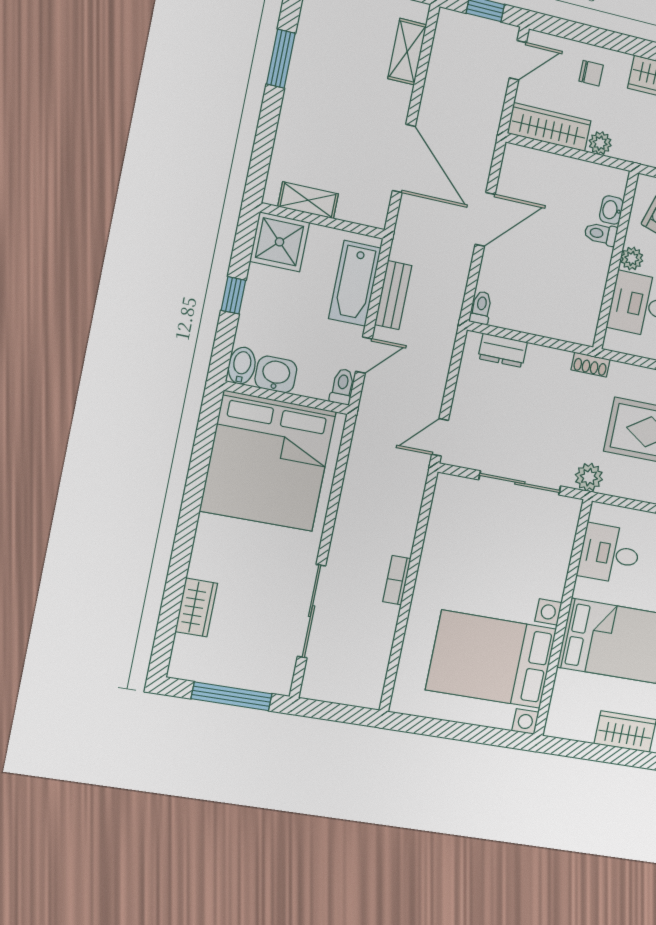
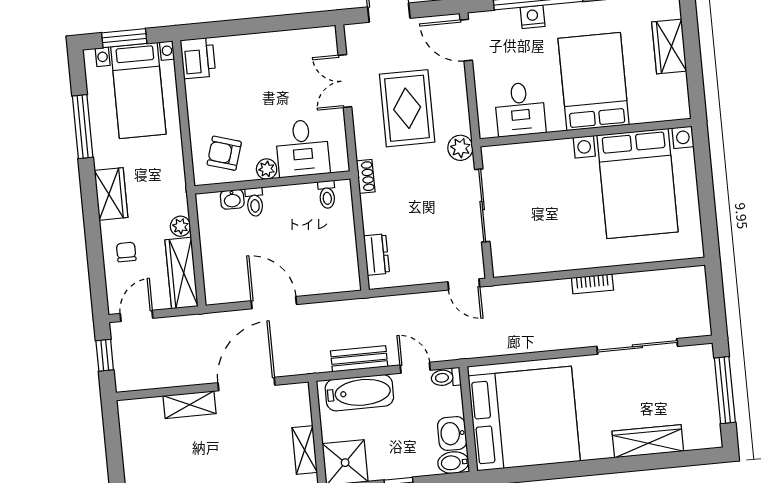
shelving: (407, 52) -> (190, 405), moved
door: (518, 60) -> (137, 316), hinge flipped
toilet: (481, 308) -> (327, 195), moved, turned -90
wardrobe: (196, 607) -> (648, 441), width x1.50

